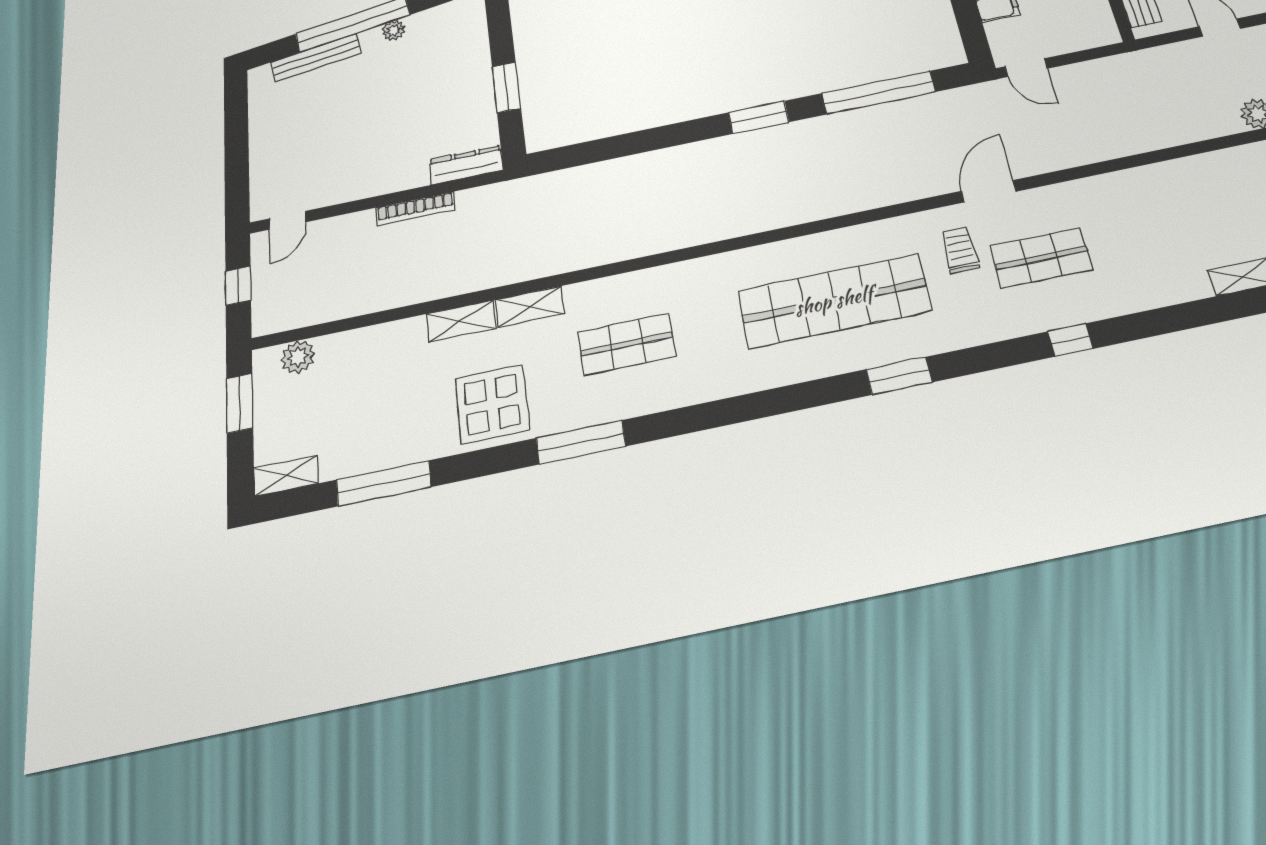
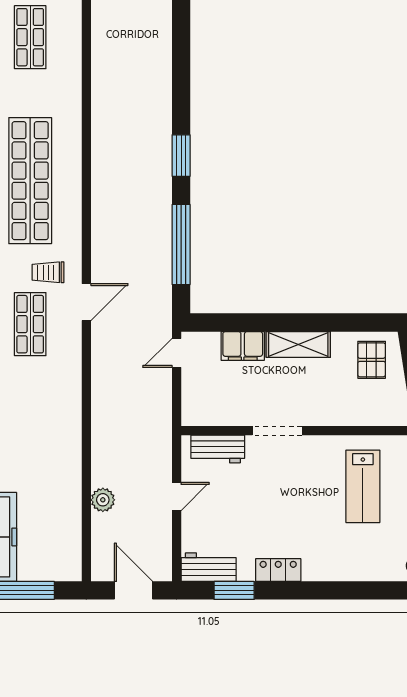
door: (989, 191) -> (86, 302), hinge flipped
trolley: (960, 250) -> (48, 272), turned 180

